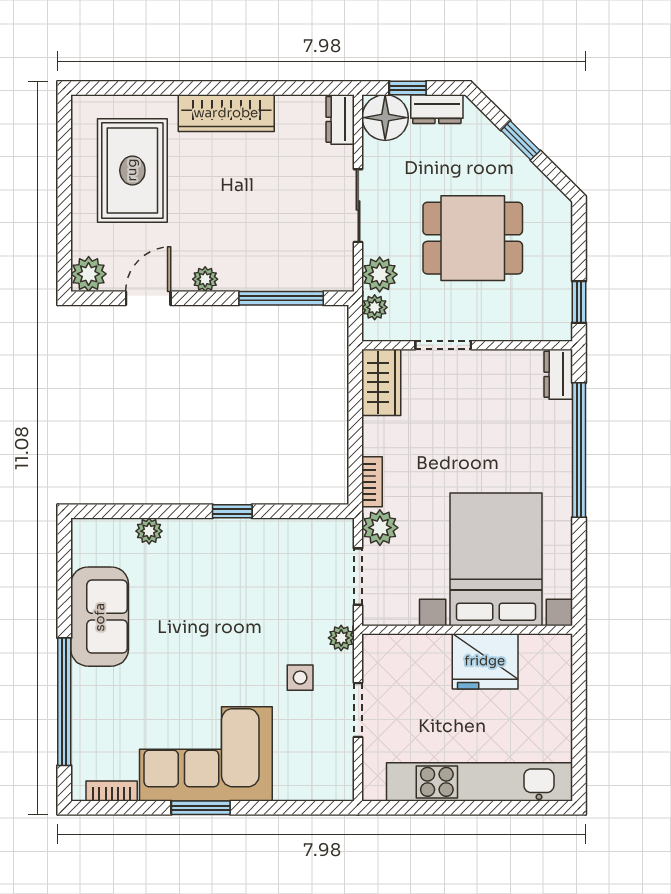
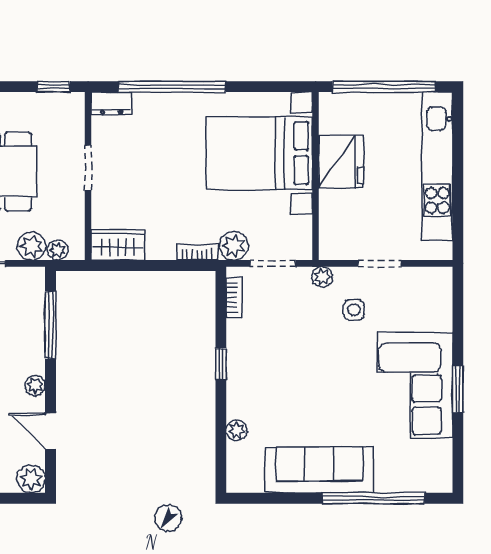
doorway: (443, 345) -> (88, 168), moved
sofa: (100, 617) -> (319, 470), width x1.36
window: (579, 715) -> (384, 87), added
bookcase: (112, 791) -> (234, 297), moved, turned 180

